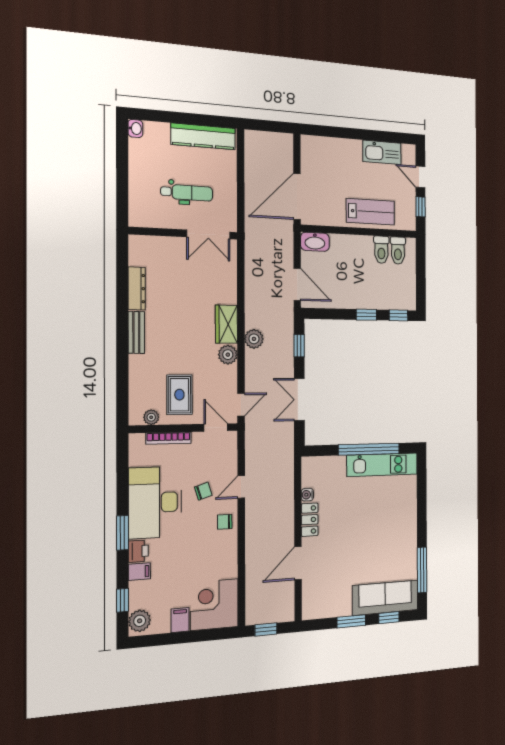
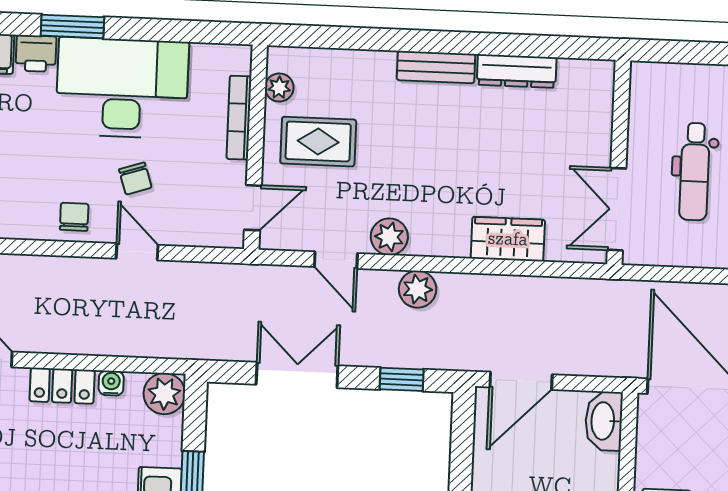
wardrobe: (226, 324) -> (508, 239), moved
door: (241, 405) -> (336, 260), moved
plant: (311, 467) -> (164, 394), added

